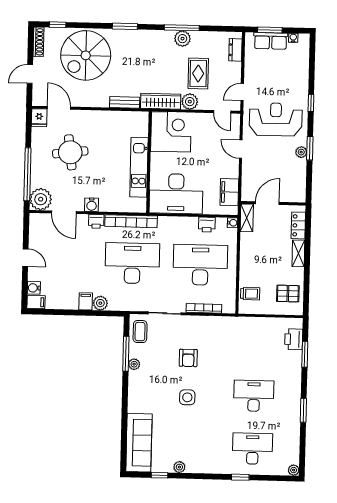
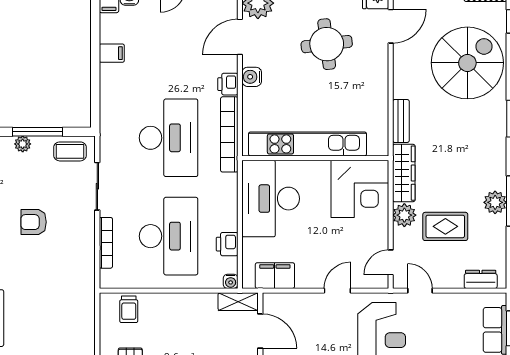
spiral stairs: (86, 55) -> (467, 63), turned 90
kitchen unit: (139, 167) -> (308, 144), width x1.36
filing cabinet: (86, 301) -> (112, 53), moved
plant: (100, 303) -> (110, 93), removed

